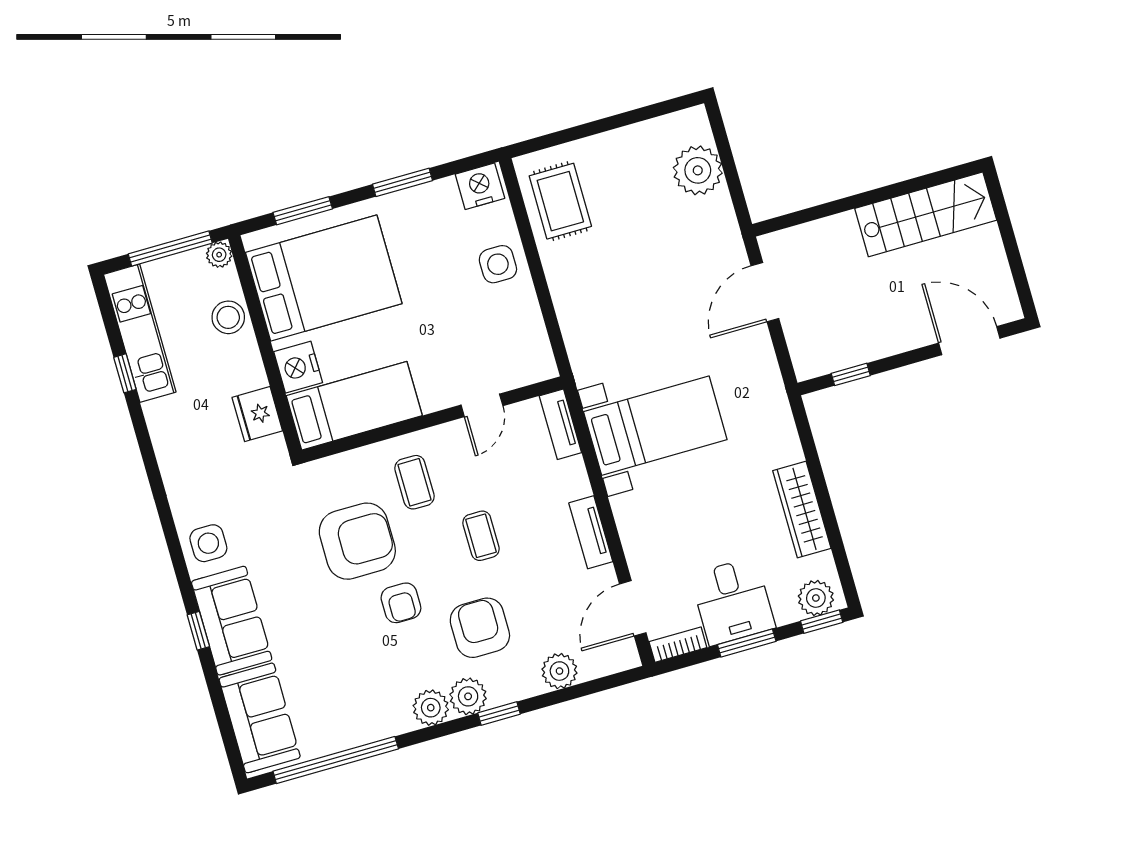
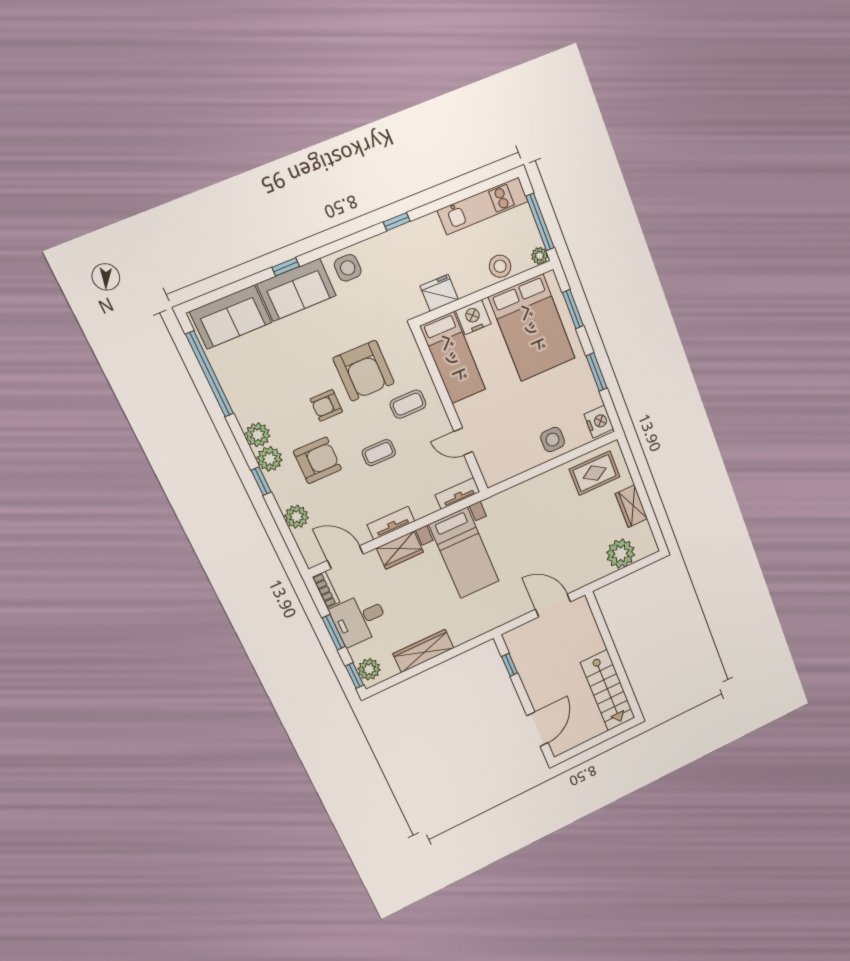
wardrobe: (623, 145) -> (631, 506), added
window: (125, 373) -> (397, 222), moved
wardrobe: (635, 525) -> (400, 550), added

